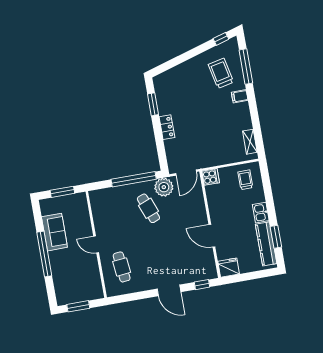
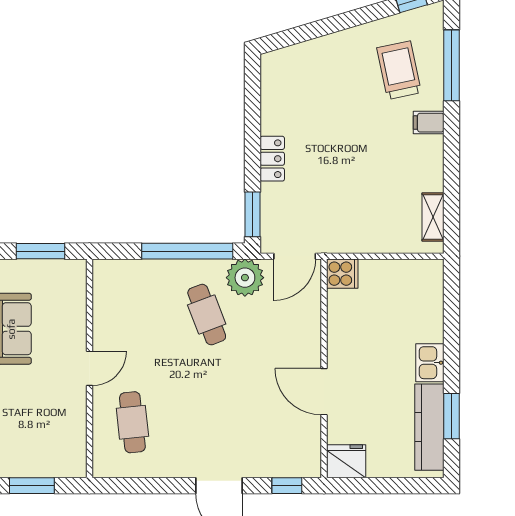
window: (153, 104) -> (253, 214), moved
trolley: (245, 180) -> (410, 292), removed
door: (96, 244) -> (89, 368), swing flipped

